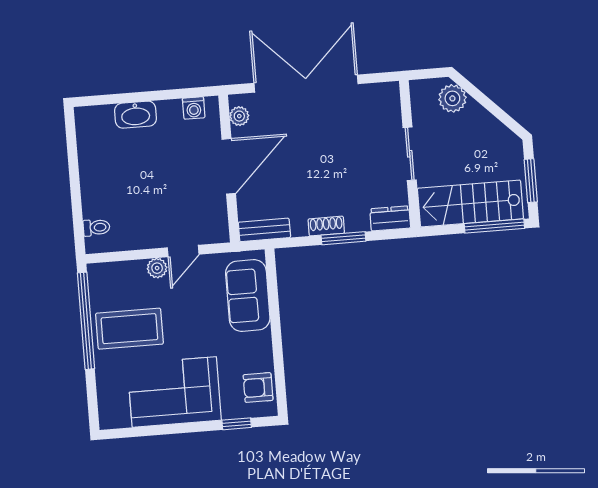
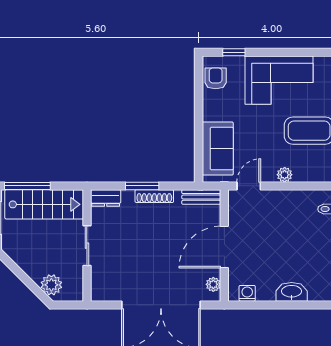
shoe rack: (326, 226) -> (154, 196), width x1.43
door: (183, 251) -> (249, 186), moved
armchair: (258, 388) -> (216, 78), turned -90

